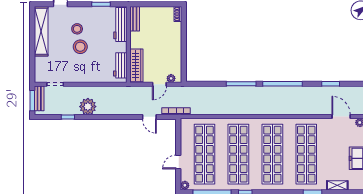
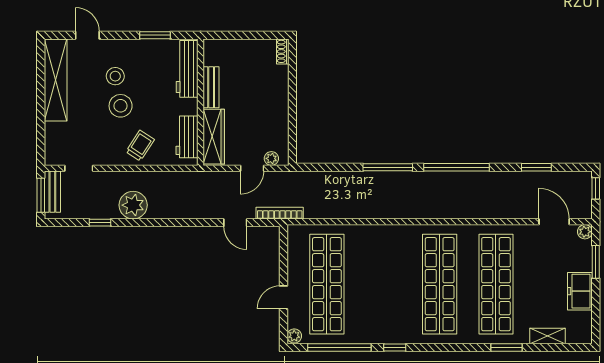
bench: (135, 19) -> (211, 87), moved
trolley: (92, 71) -> (140, 146), added
shop shelf: (238, 154) -> (383, 284), removed

